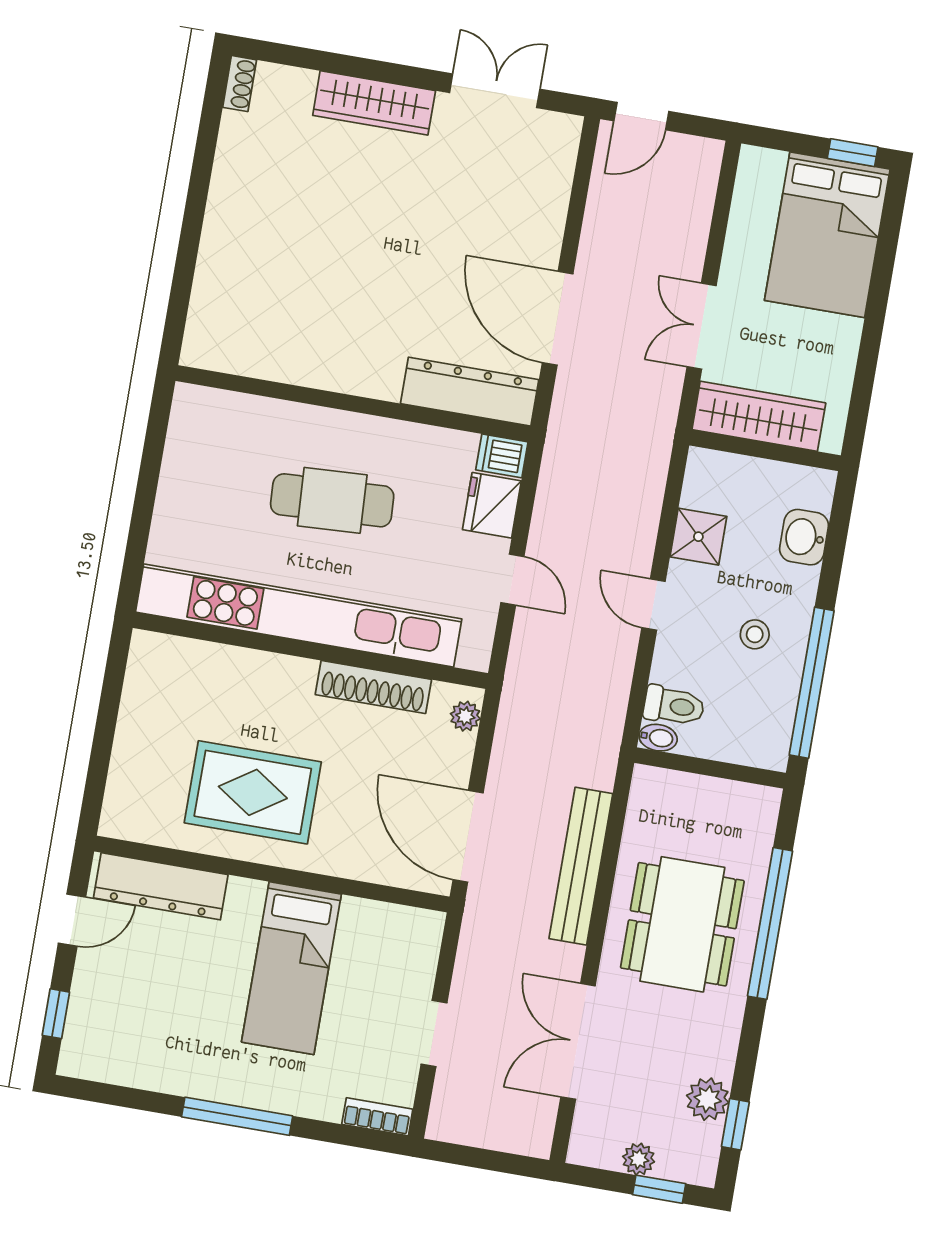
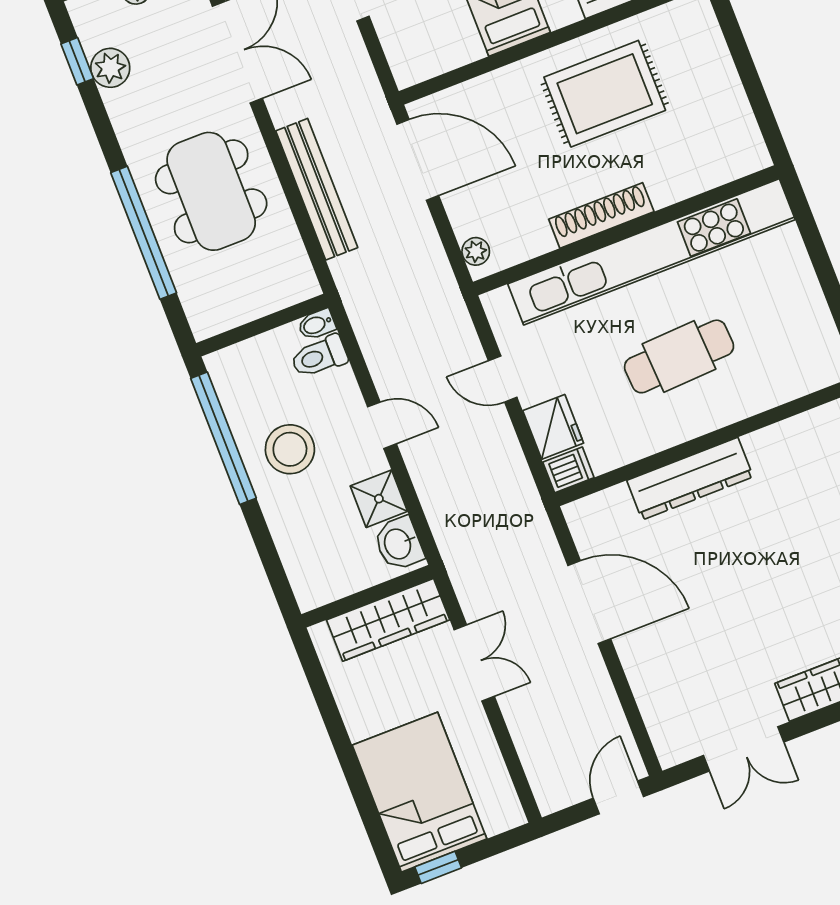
dresser: (470, 392) -> (690, 479), moved
washbasin: (804, 537) -> (399, 544), moved, turned 180
stool: (755, 634) -> (290, 449), width x1.89, depth x1.89
shoe rack: (373, 687) -> (601, 215), moved

